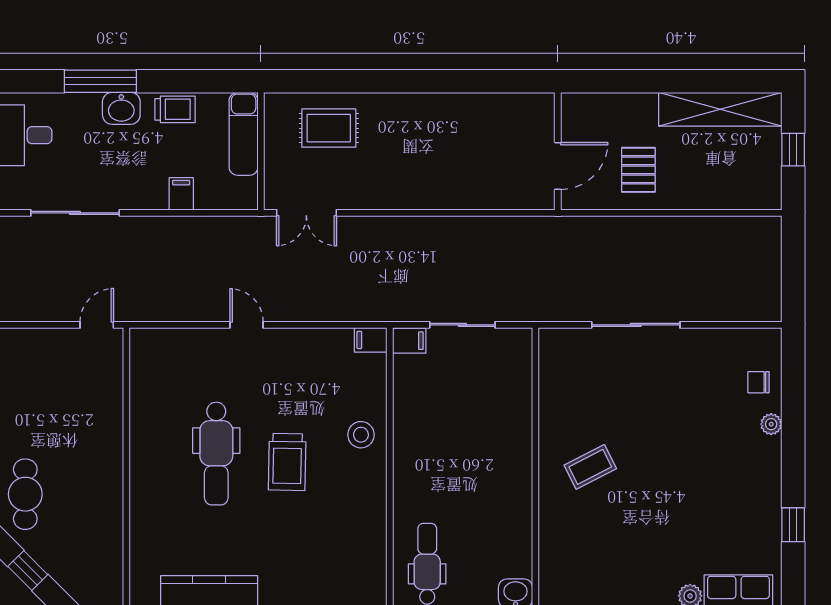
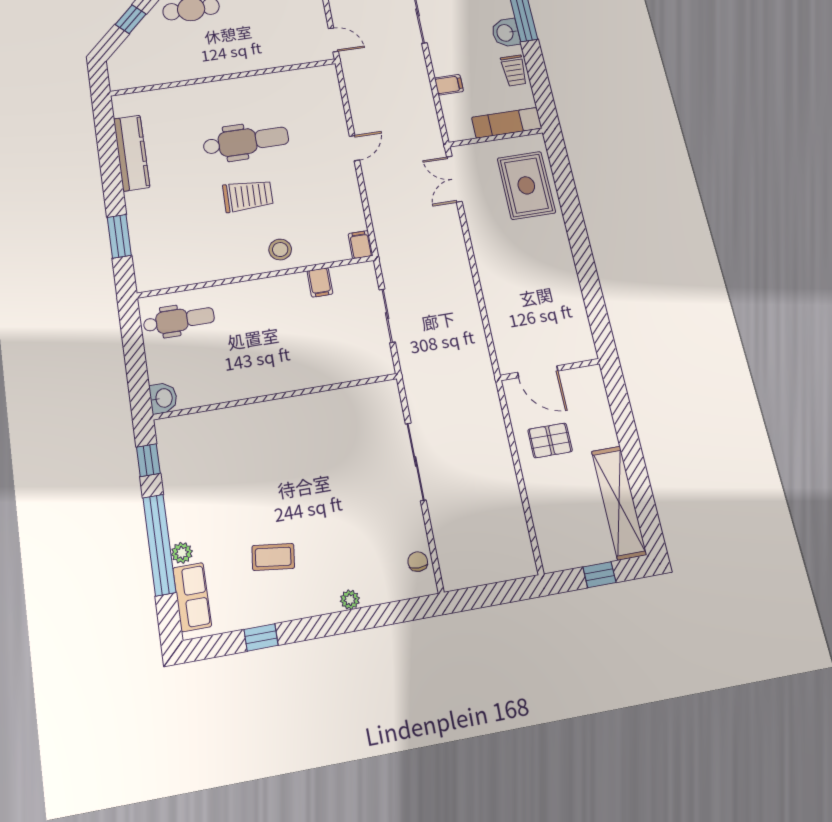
rug: (329, 128) -> (526, 185), width x1.36, depth x1.43
filing cabinet: (409, 341) -> (320, 282), moved
chair: (759, 382) -> (418, 562), moved
dental chair: (216, 453) -> (246, 141), turned 180
trolley: (287, 462) -> (248, 196), turned 180
coffee table: (590, 467) -> (273, 557), moved, turned -56

